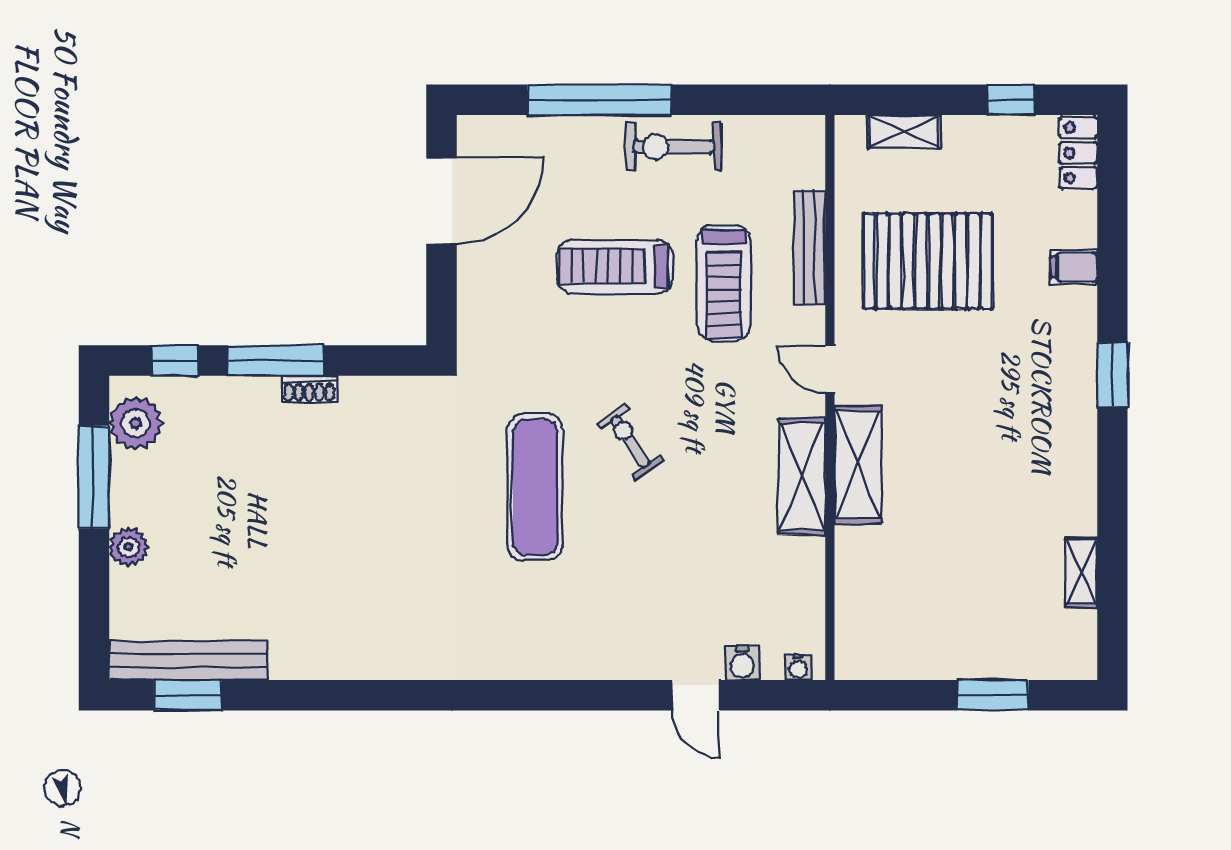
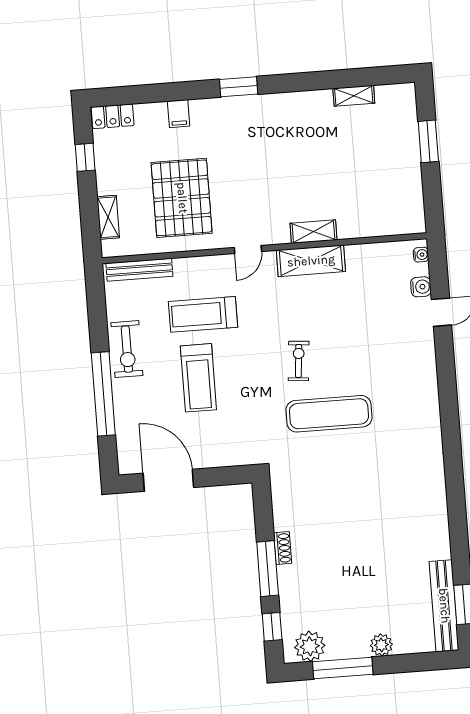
bench: (809, 248) -> (139, 270), moved
treadmill: (724, 283) -> (203, 314), turned 180
exercise bike: (630, 442) -> (299, 361), turned 129
shelving: (858, 465) -> (313, 232), width x0.67, depth x0.75

